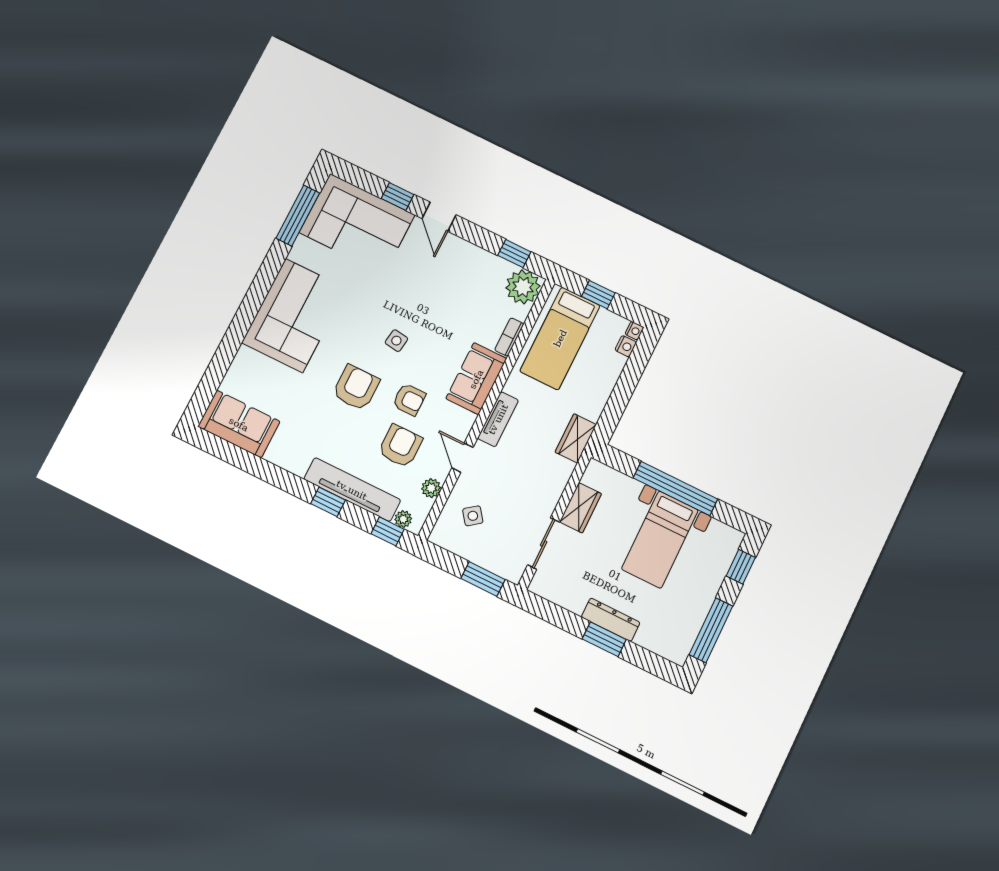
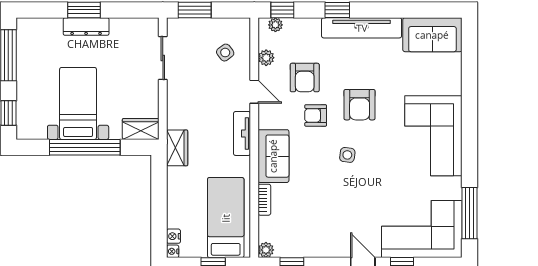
plant: (523, 287) -> (266, 250), width x0.53, depth x0.53
tv unit: (352, 490) -> (362, 28), moved
wardrobe: (580, 508) -> (141, 129), moved, turned 90

